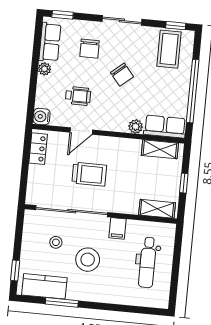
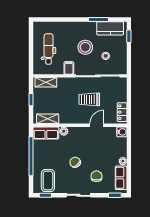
wheelchair: (78, 96) -> (101, 147), removed

